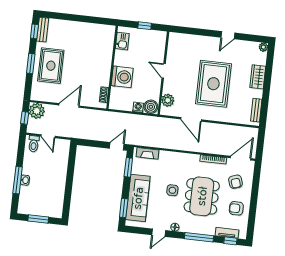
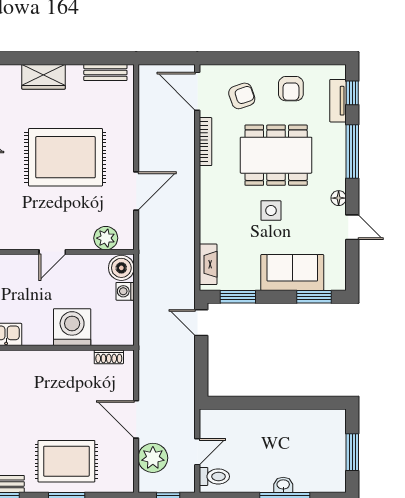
plant: (37, 111) -> (153, 458), moved
sofa: (138, 198) -> (292, 273), width x0.73

